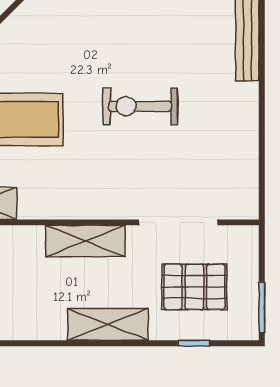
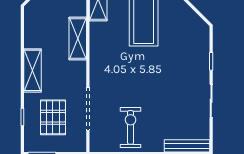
exercise bike: (140, 106) -> (131, 127), moved
shelving: (85, 241) -> (78, 38), moved

